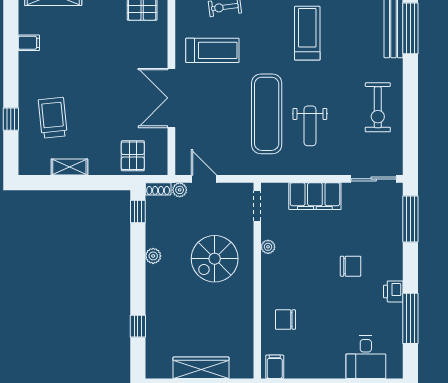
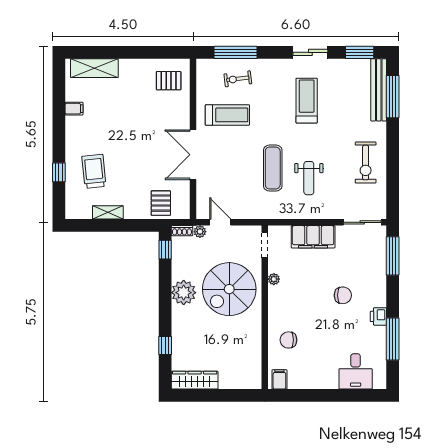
exercise mat: (267, 114) -> (273, 168), width x0.73, depth x0.69
plant: (153, 256) -> (184, 293), width x1.87, depth x1.87
spiral stairs: (215, 259) -> (229, 289), width x1.37, depth x1.37
wardrobe: (201, 368) -> (195, 380), moved

